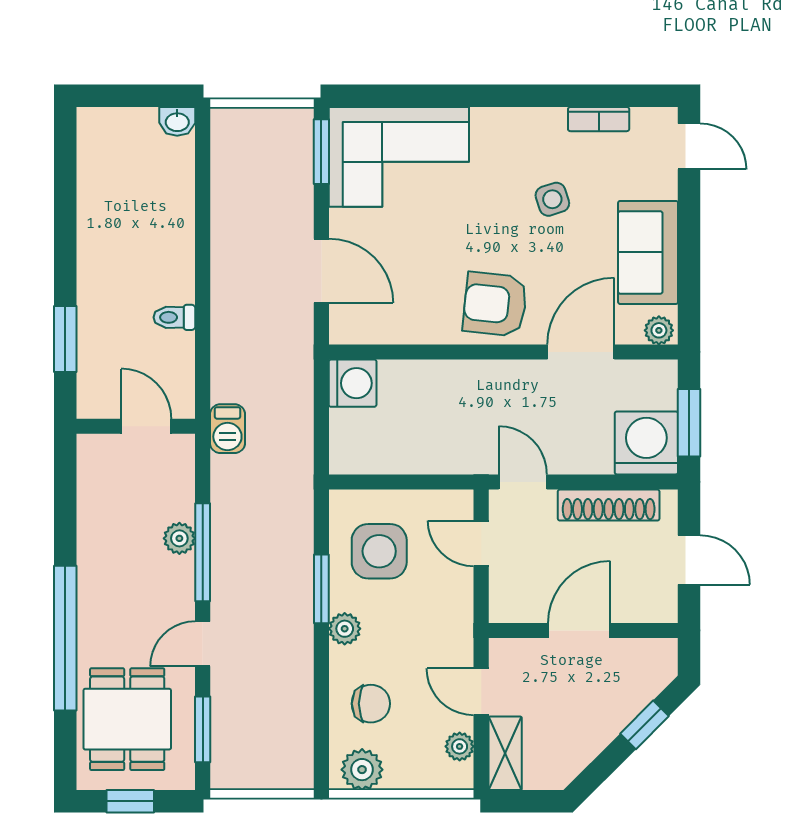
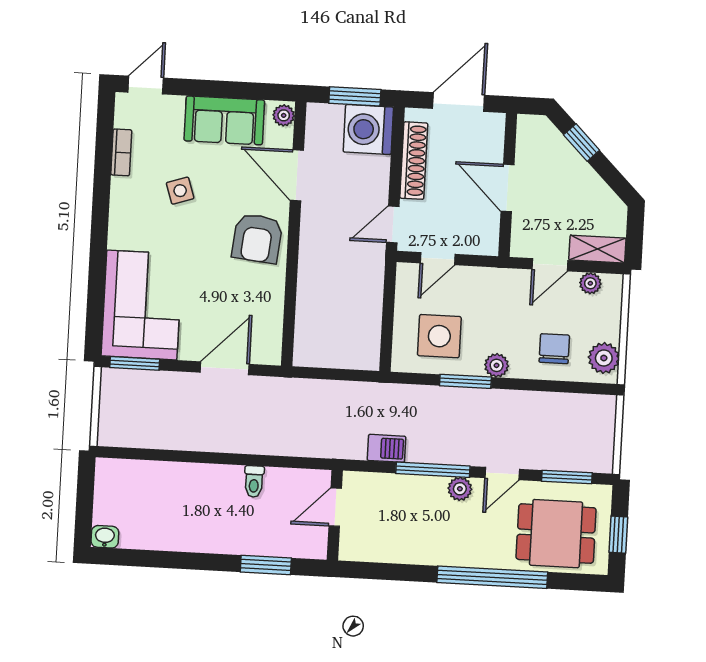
washbasin: (177, 121) -> (105, 537), moved, turned -90
washing machine: (353, 383) -> (311, 349), removed
barbecue: (227, 429) -> (386, 448), moved
plant: (179, 538) -> (460, 489), moved
door: (689, 560) -> (459, 102), width x1.38
door: (203, 644) -> (502, 473), hinge flipped

